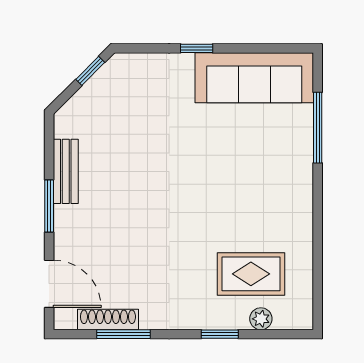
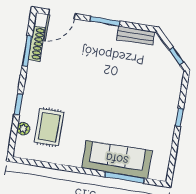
sofa: (254, 78) -> (117, 159), moved, turned 90
bench: (66, 171) -> (135, 36), moved

